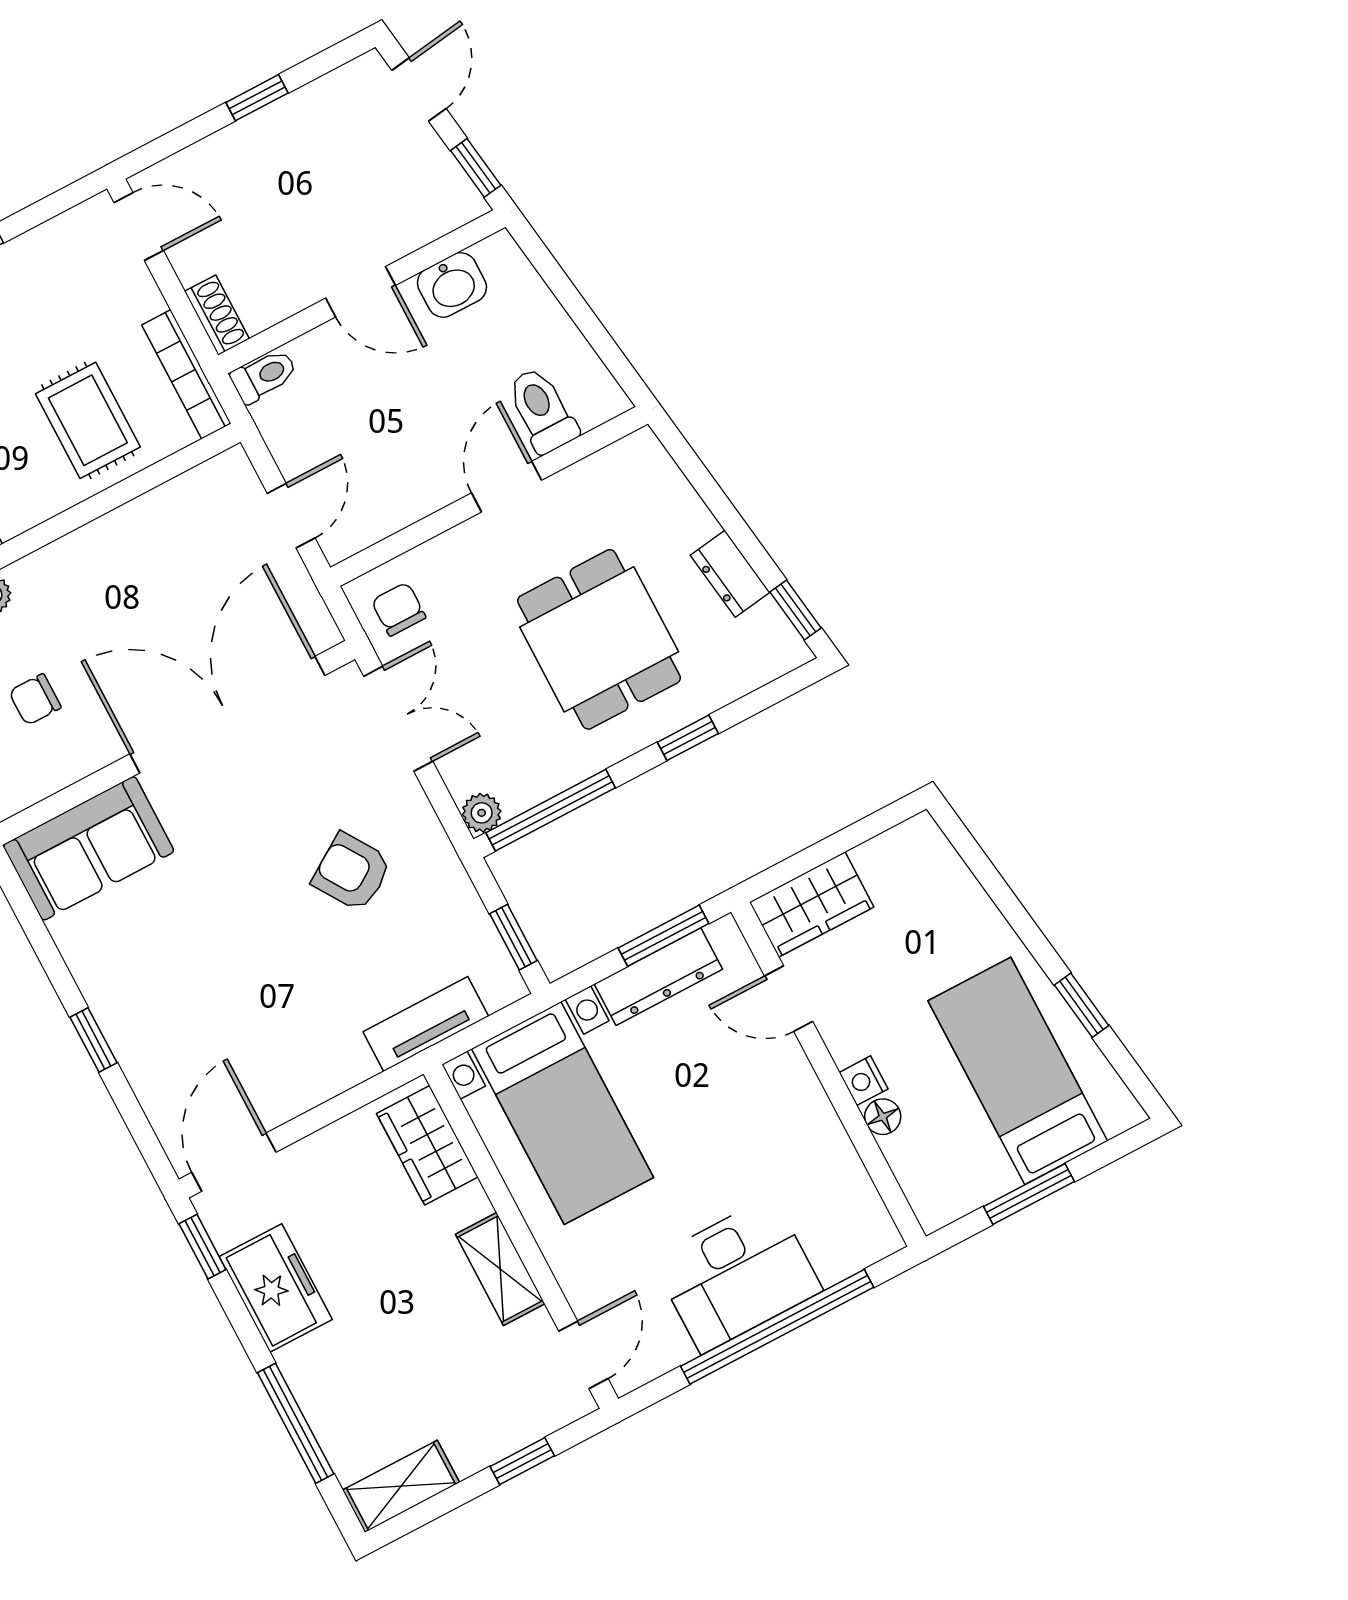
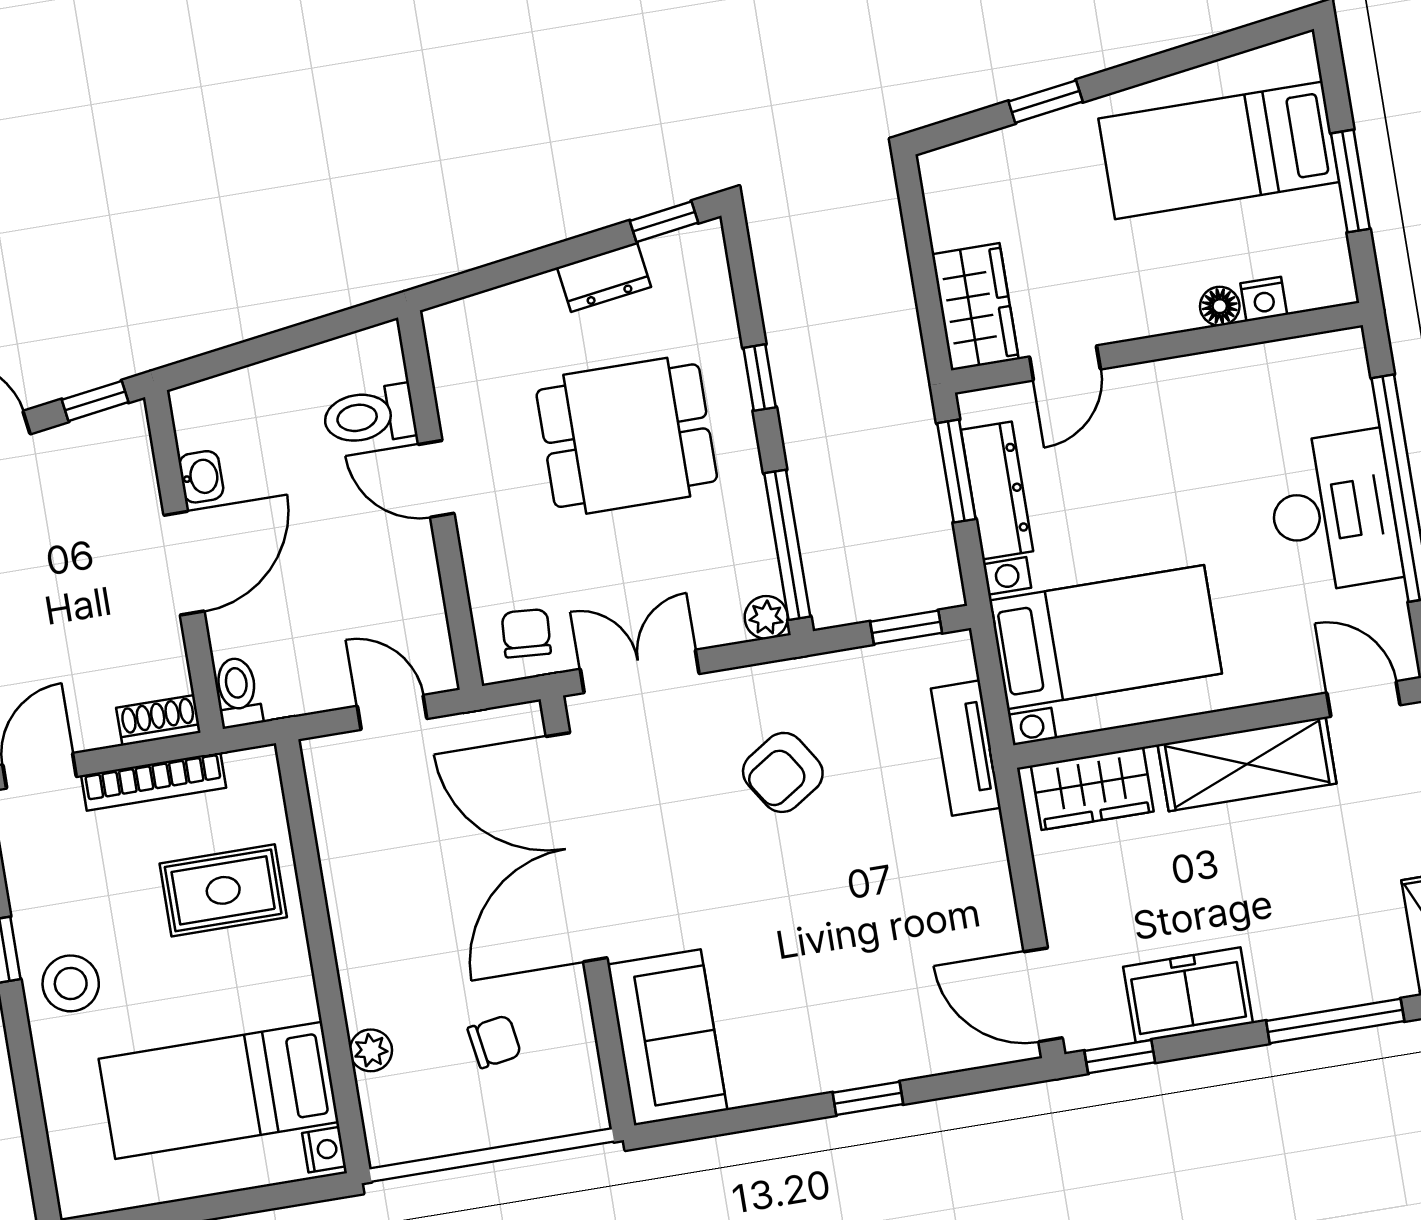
washbasin: (452, 285) -> (201, 477), width x0.72, depth x0.69
door: (361, 292) -> (184, 563), width x1.38
bookcase: (186, 374) -> (154, 782), moved
chair: (399, 609) -> (526, 633), turned 94
chair: (35, 699) -> (494, 1042), turned -99
window: (1082, 1005) -> (1046, 102), moved
nightstand: (864, 1081) -> (1264, 299), moved
shelving: (500, 1269) -> (1247, 764), width x1.50, depth x1.33

